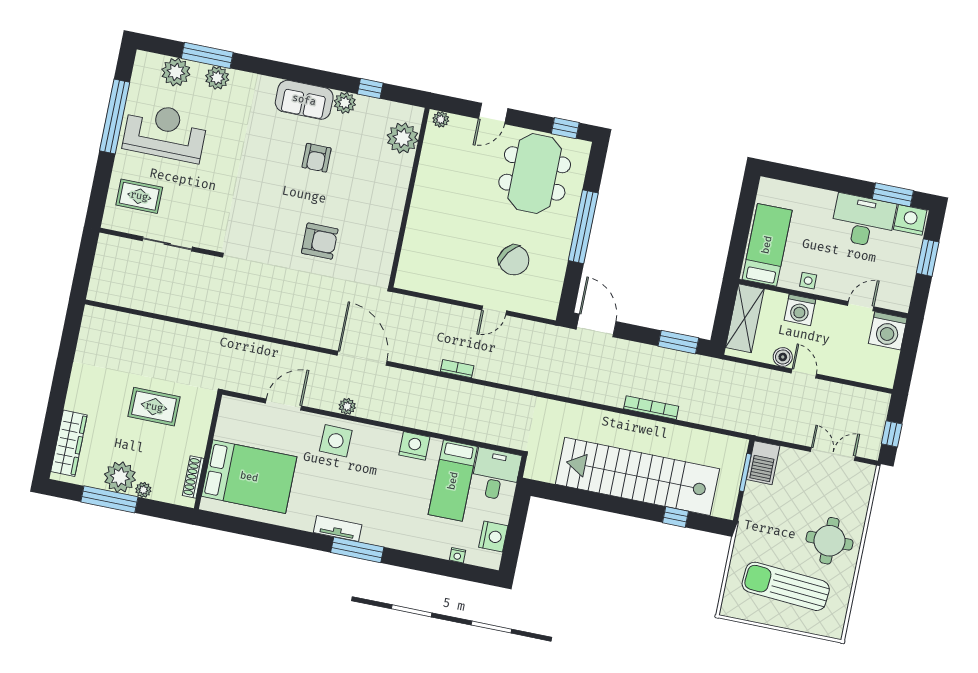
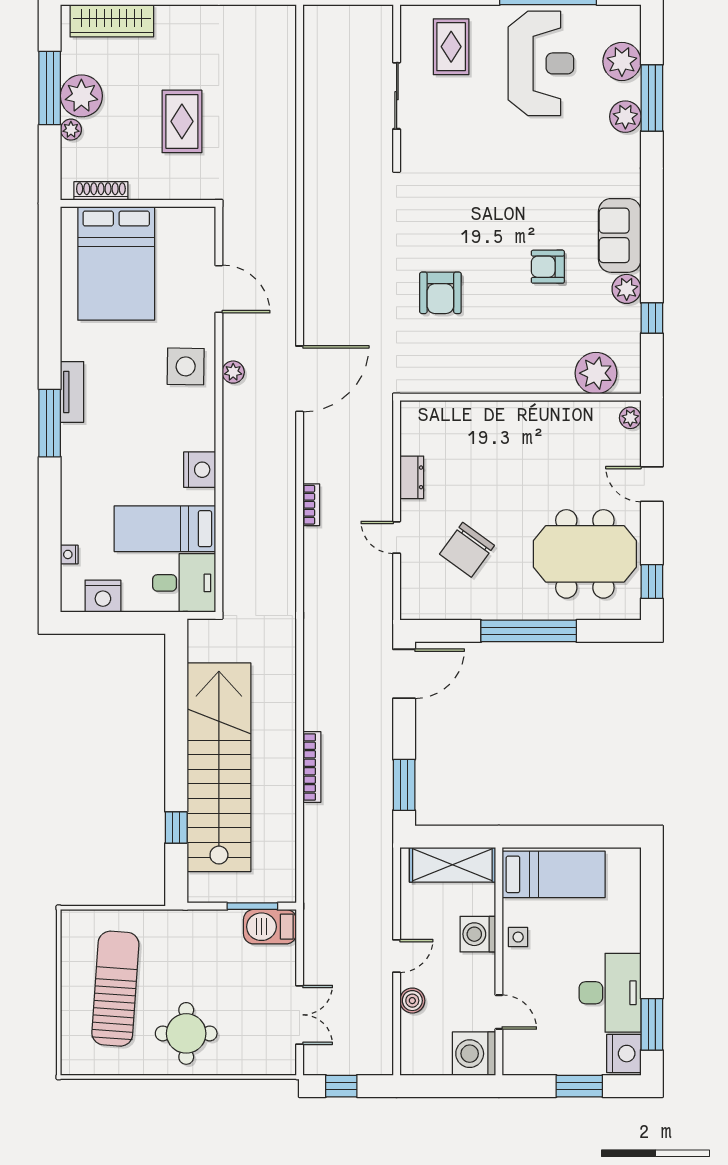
dresser: (452, 290) -> (412, 477), added
boiler: (783, 357) -> (412, 1001), moved

